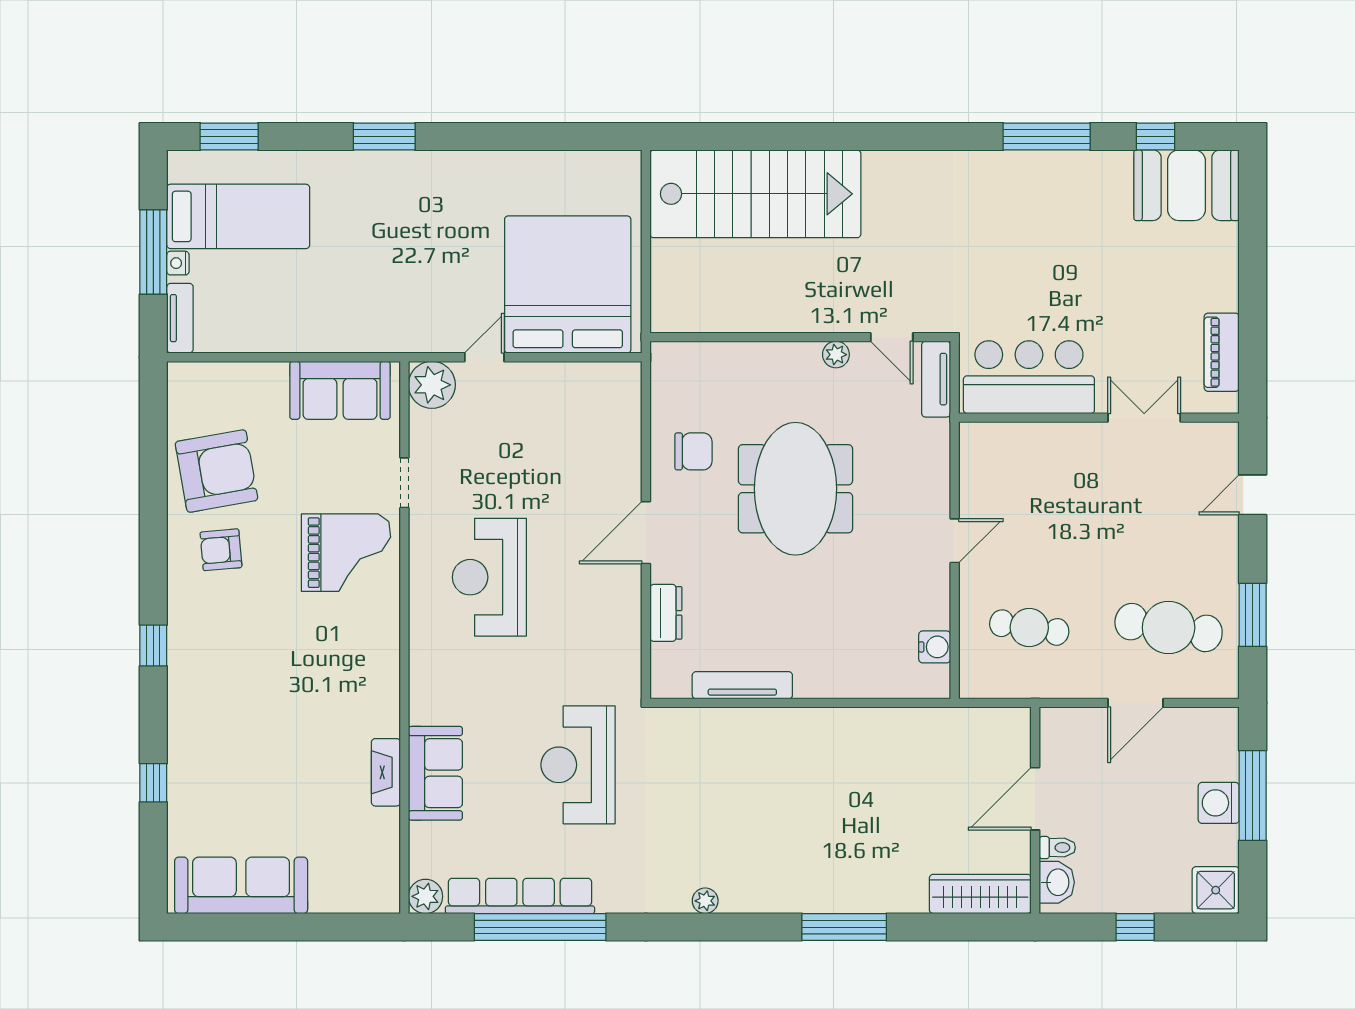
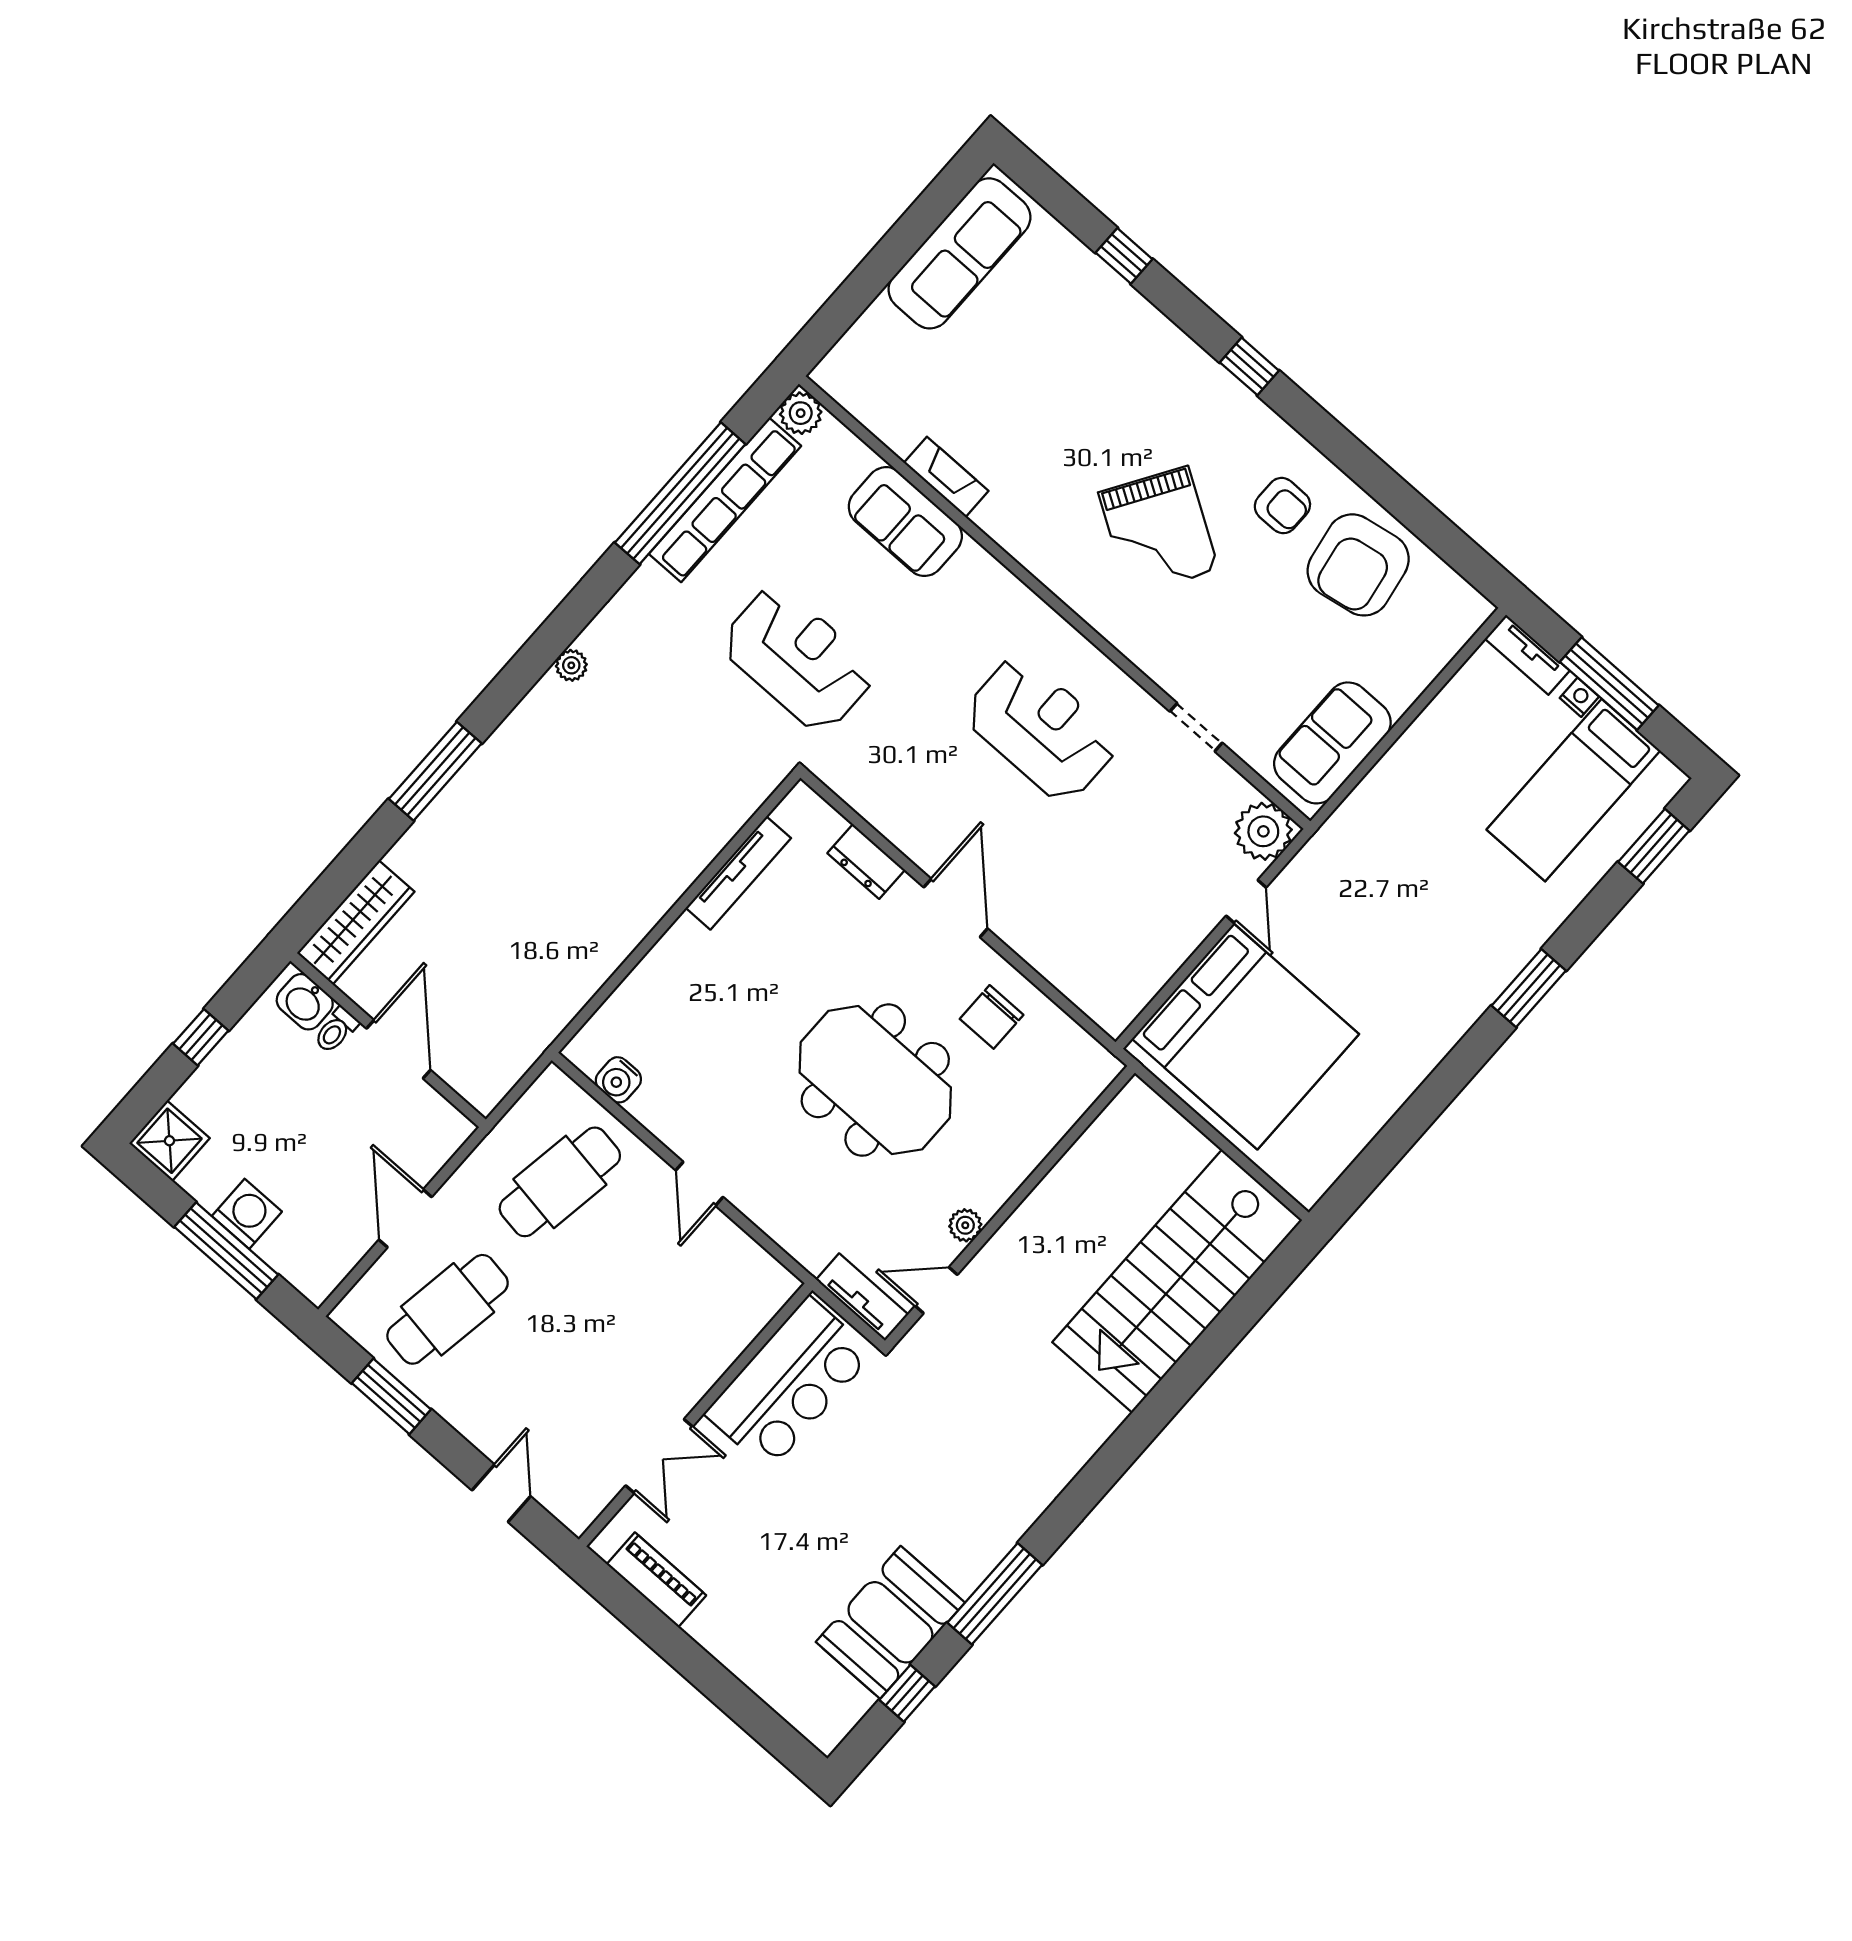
booth: (1187, 185) -> (890, 1622), moved
armchair: (221, 550) -> (1282, 506), turned 95
grand piano: (346, 553) -> (1158, 531), moved, turned -58
cafe table: (1029, 628) -> (560, 1182), width x1.37, depth x1.35

